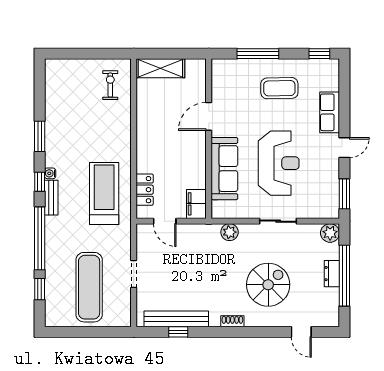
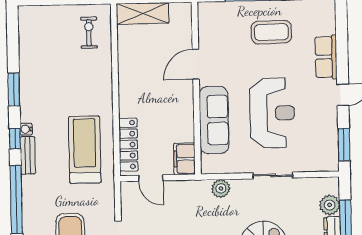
locker: (145, 190) -> (128, 145), width x1.53
plant: (330, 233) -> (330, 205), moved

